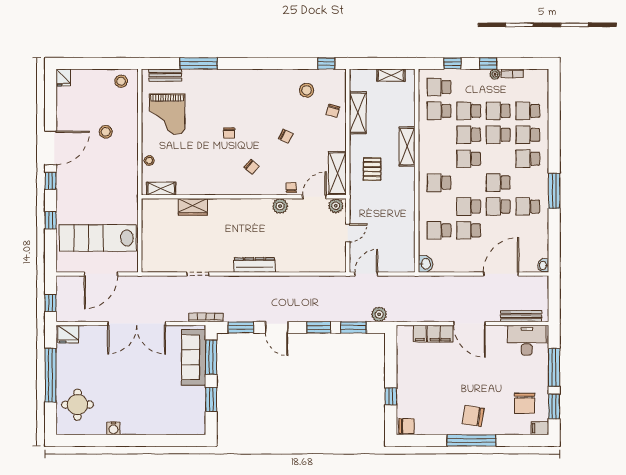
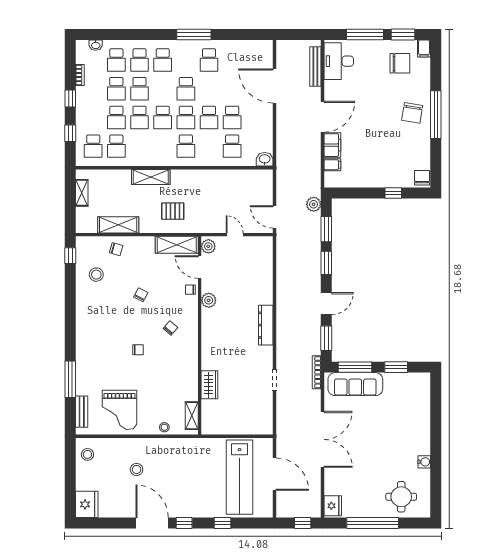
plant: (495, 74) -> (81, 92), removed
fridge: (63, 78) -> (87, 504), width x1.88, depth x1.34
grand piano: (167, 114) -> (119, 410), turned 90
school desk: (498, 206) -> (186, 117), moved
washbasin: (543, 265) -> (96, 45), moved

